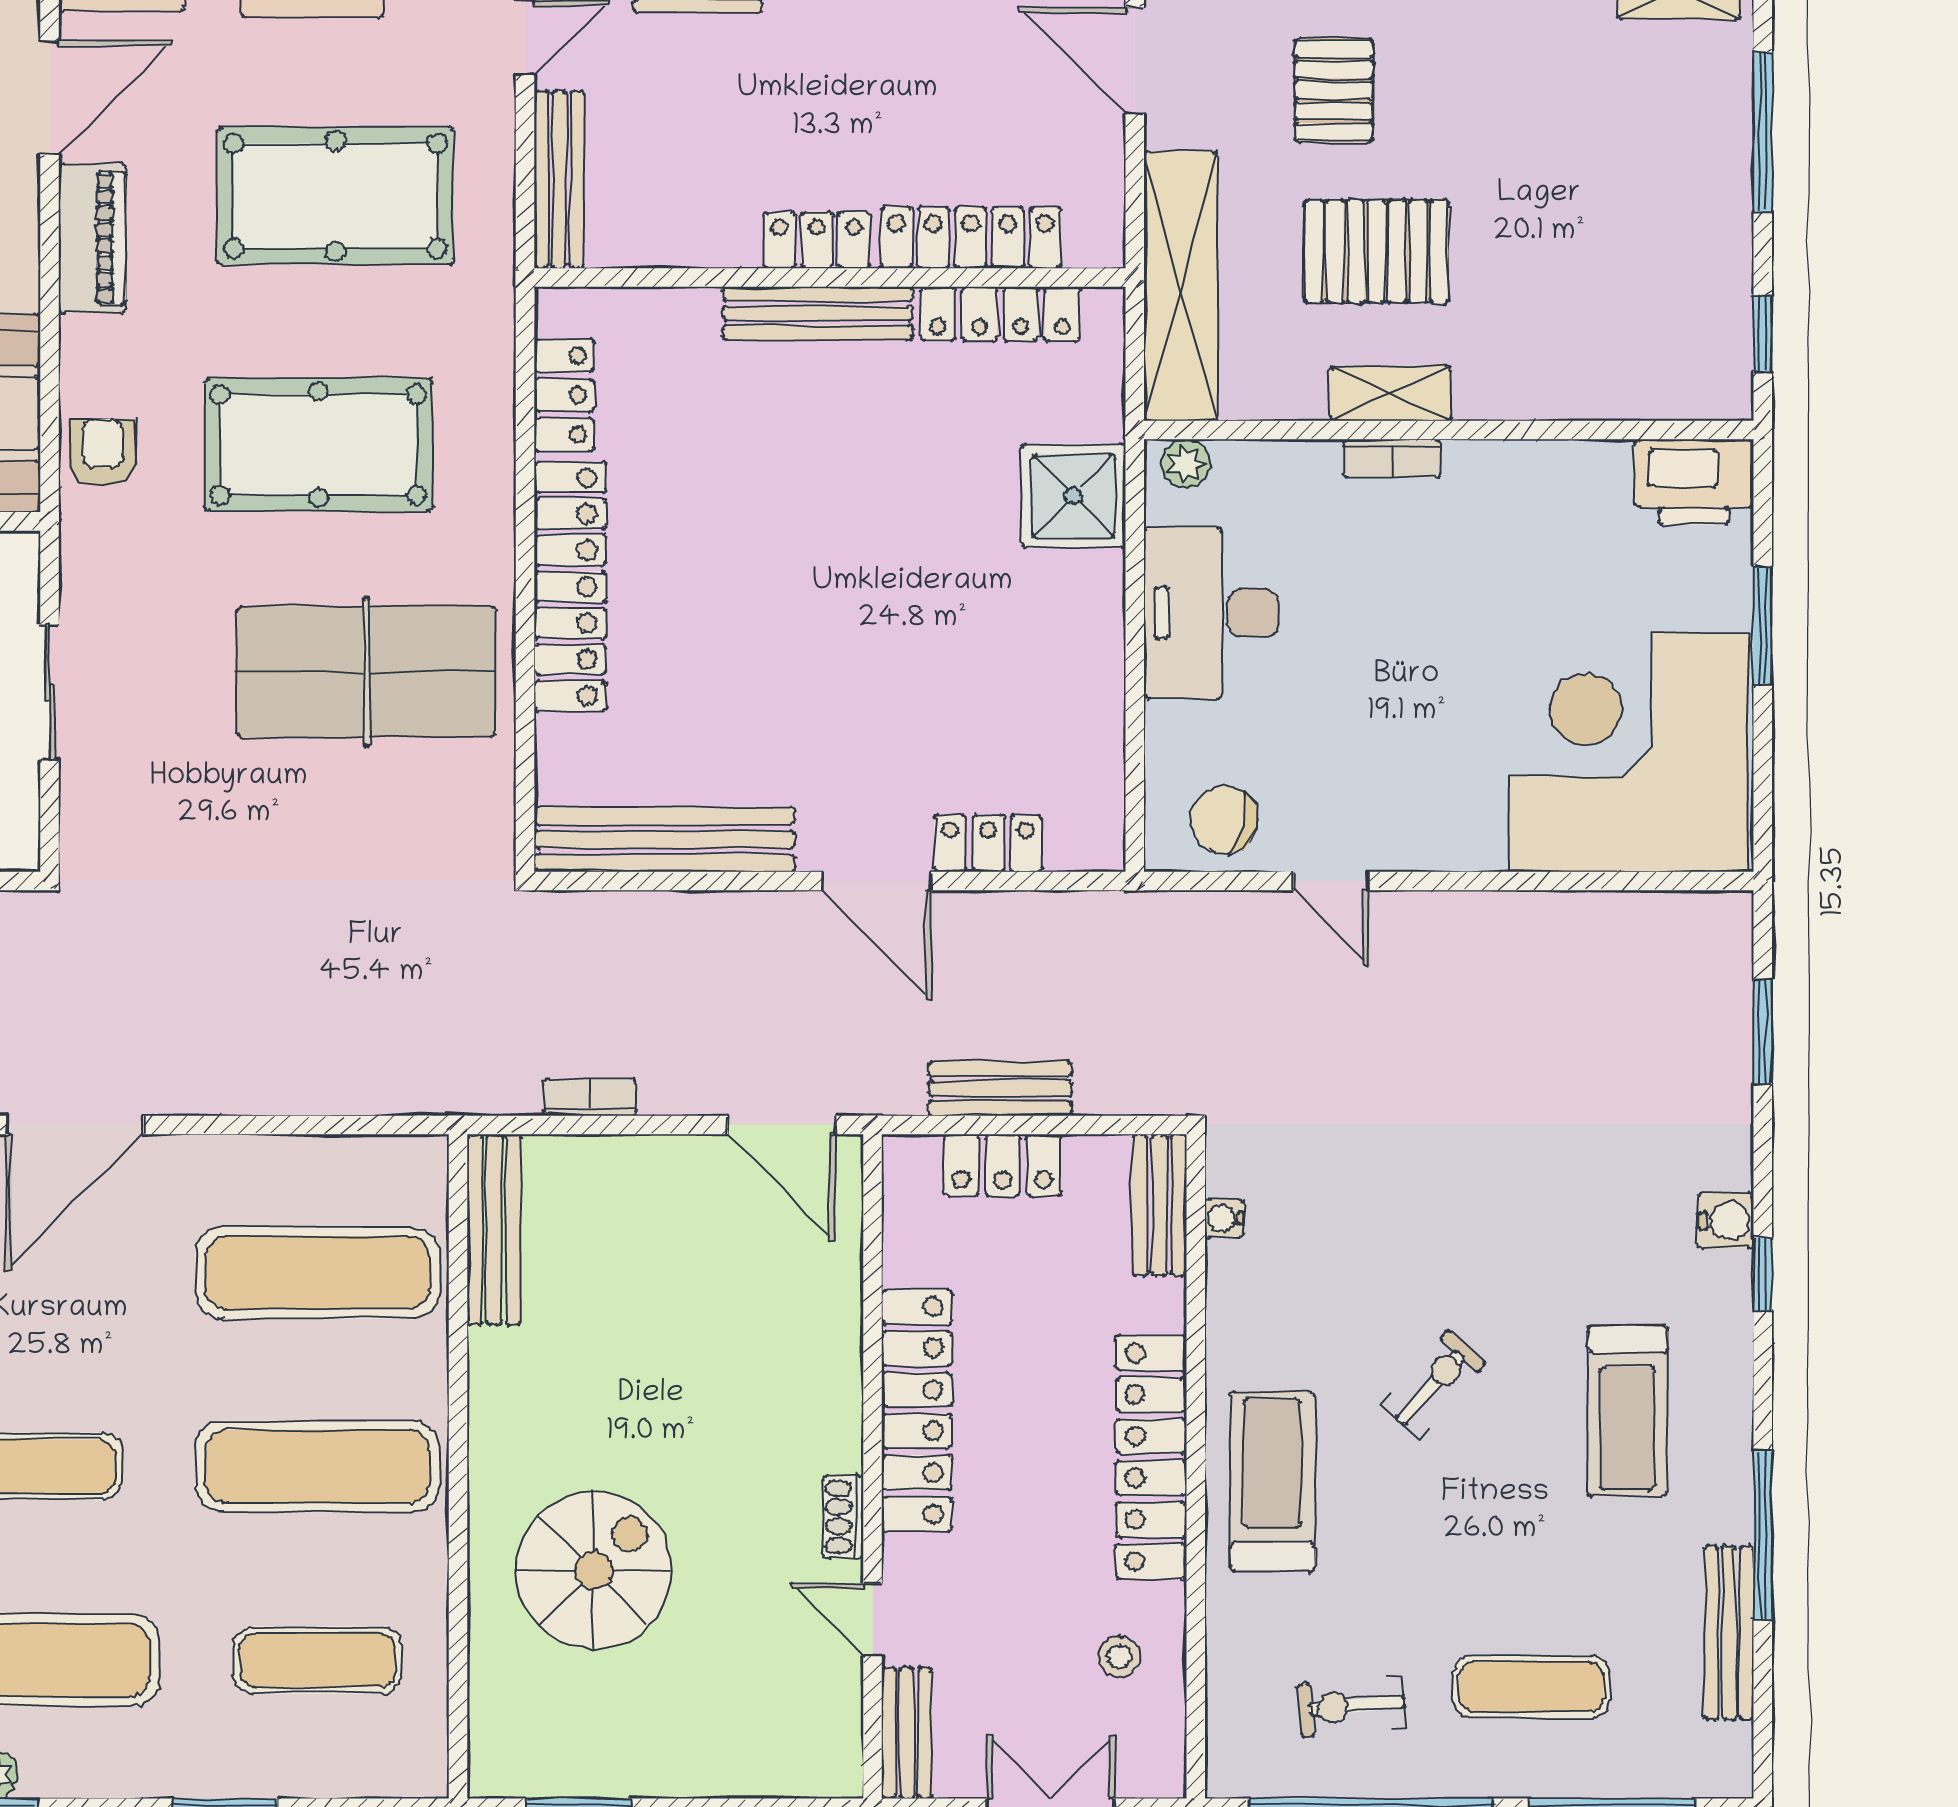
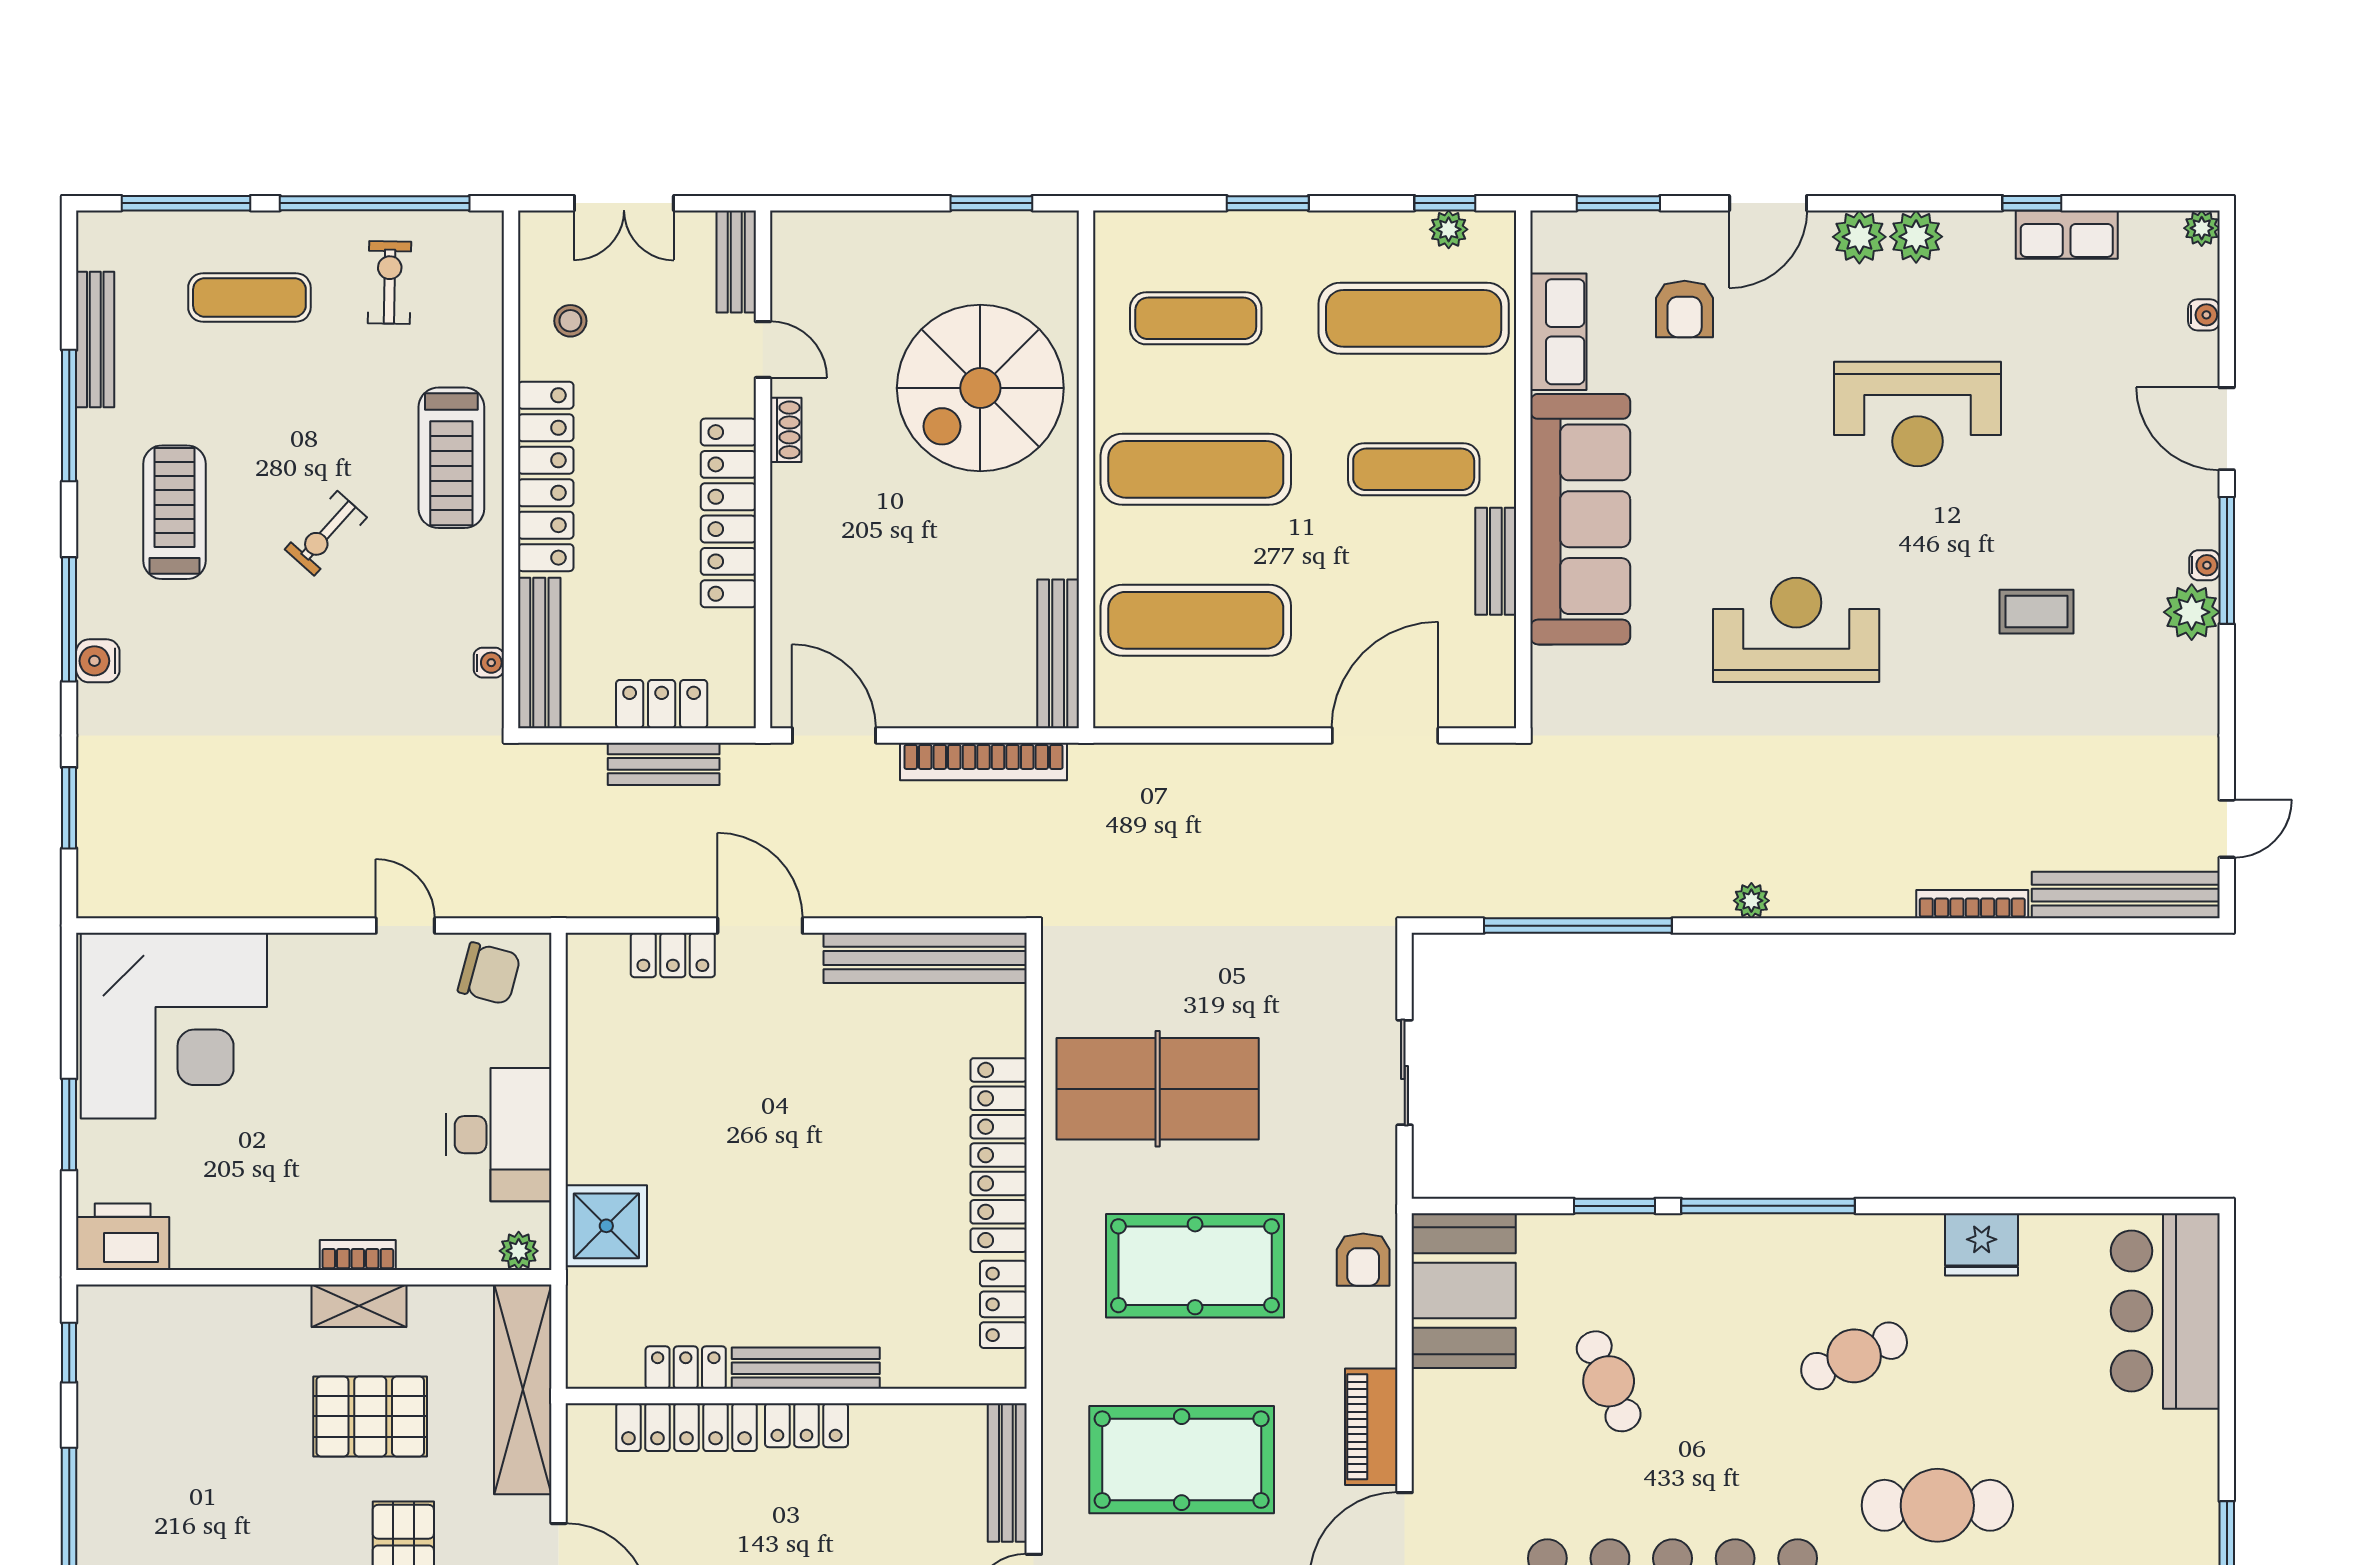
locker: (1000, 314) -> (686, 1368), width x0.66
bookcase: (590, 1097) -> (983, 762), width x2.31, depth x1.31
bench: (1160, 1205) -> (539, 653), width x1.36
window: (1763, 1274) -> (69, 619), width x2.17
spiral stairs: (594, 1571) -> (980, 388), width x1.37, depth x1.37
exercise bike: (1352, 1706) -> (389, 282), turned -84

